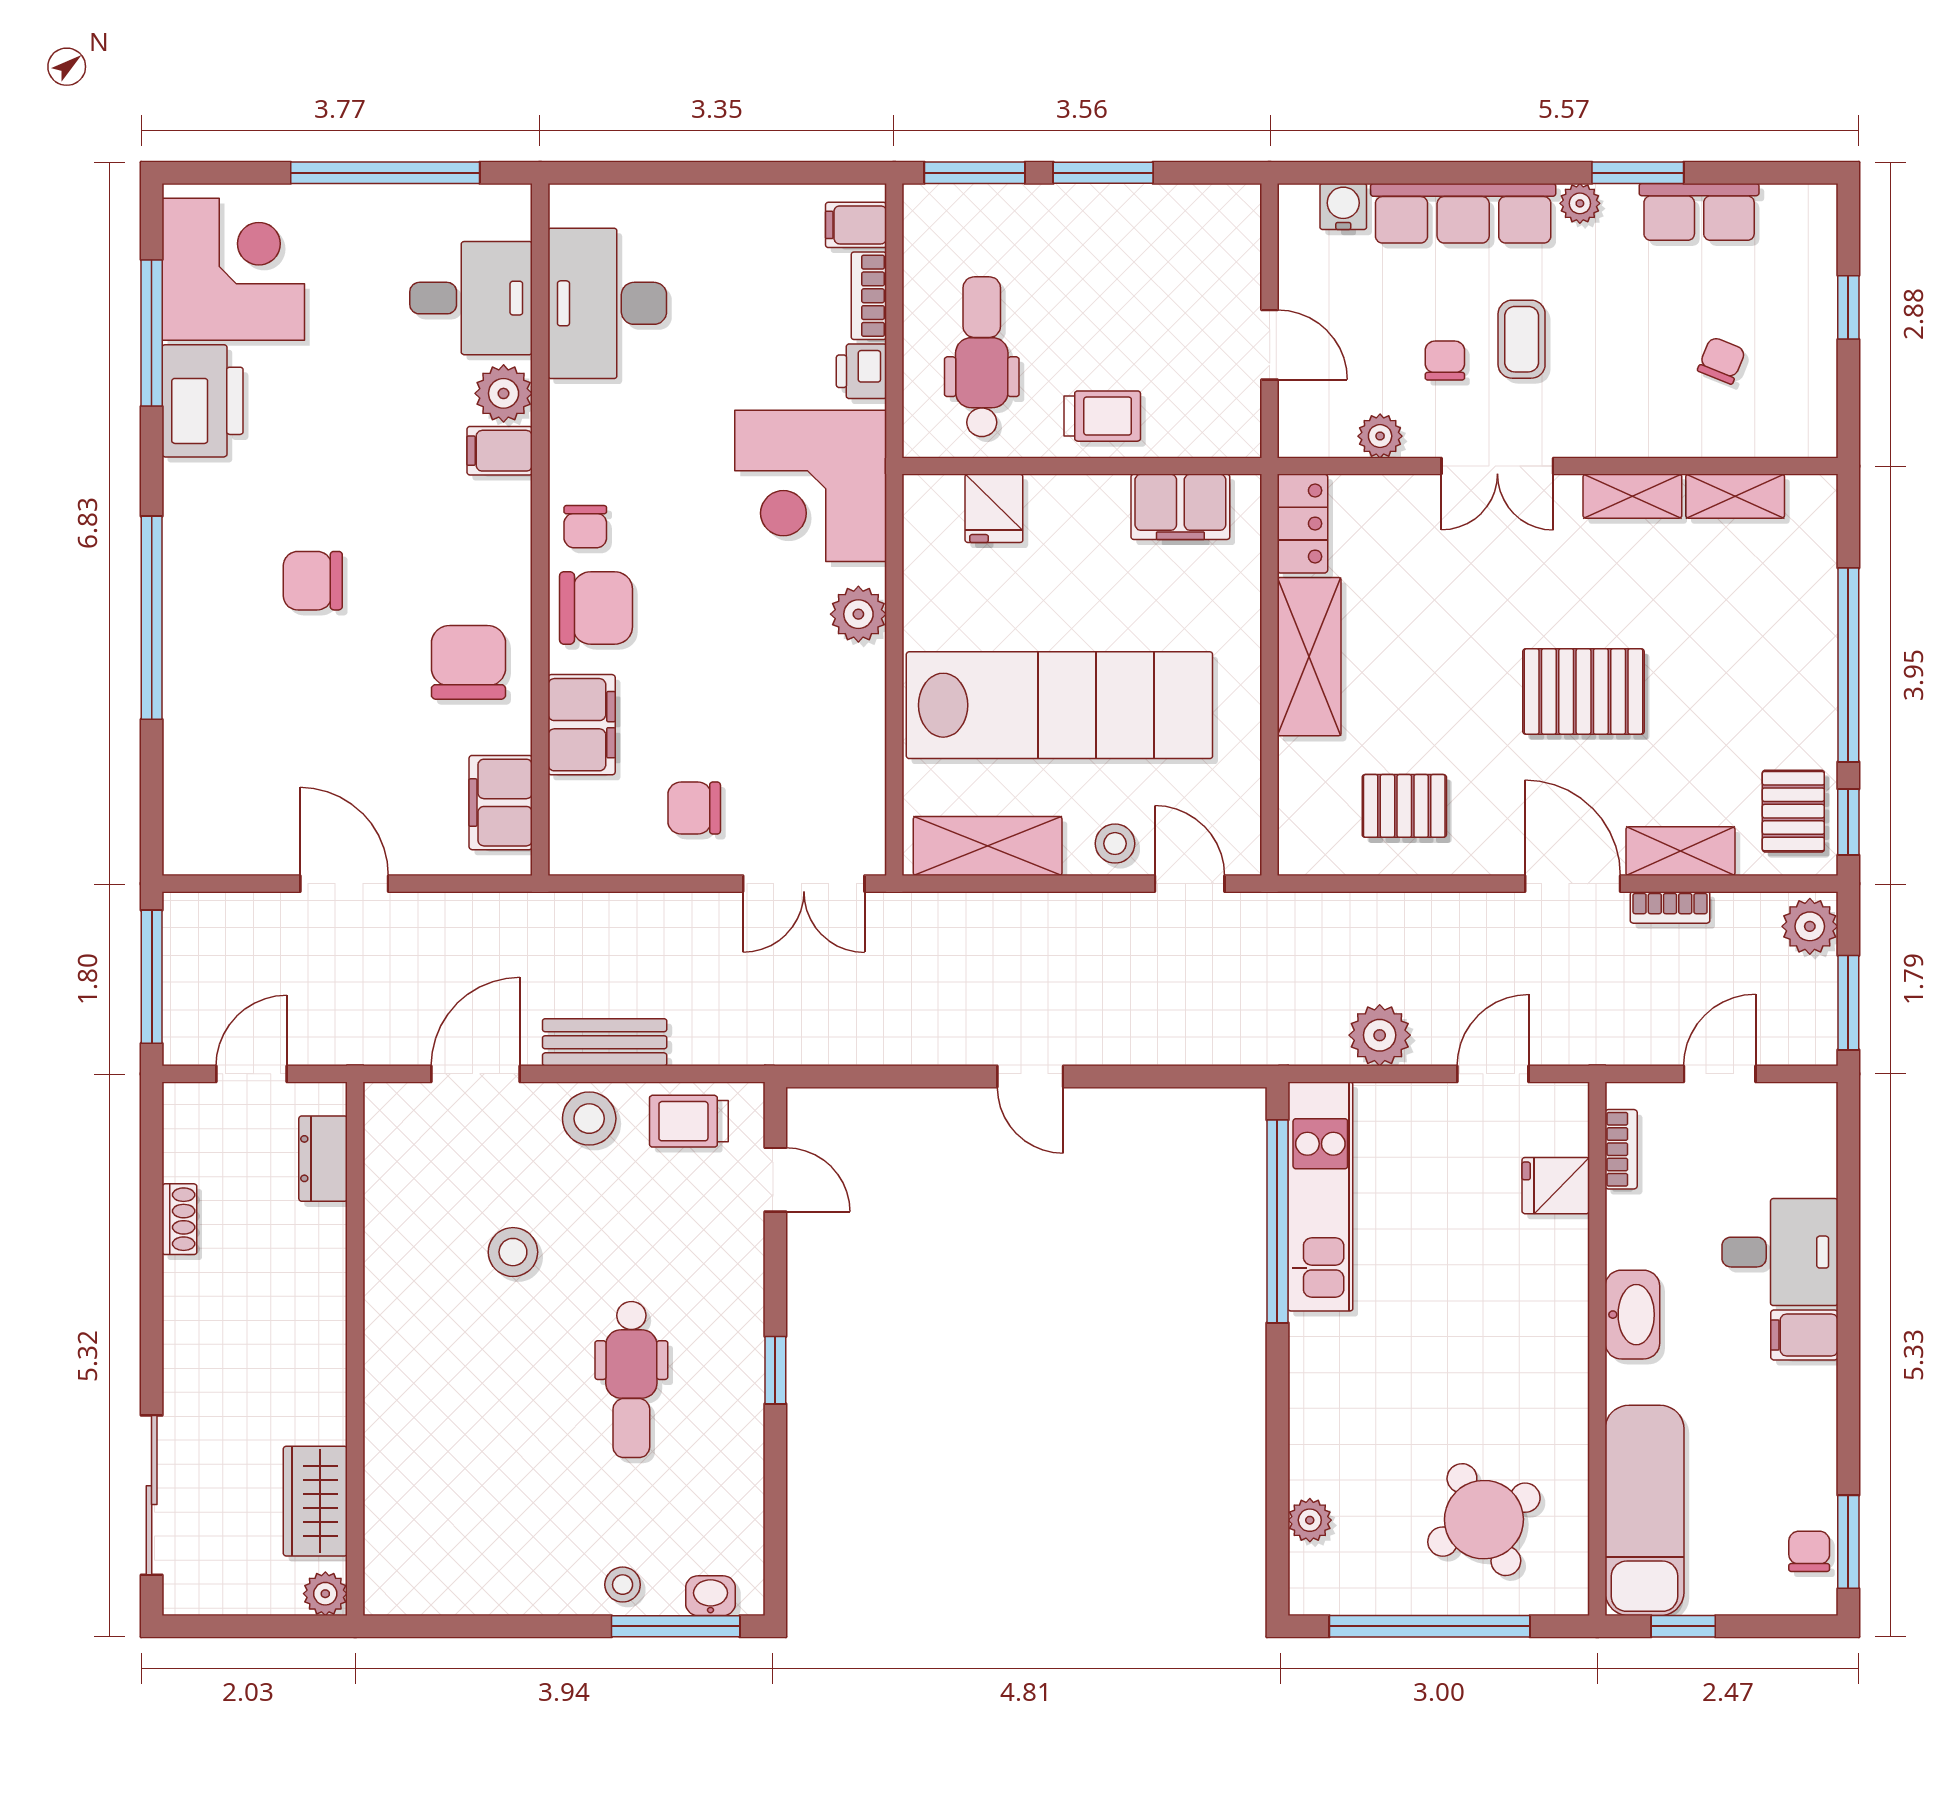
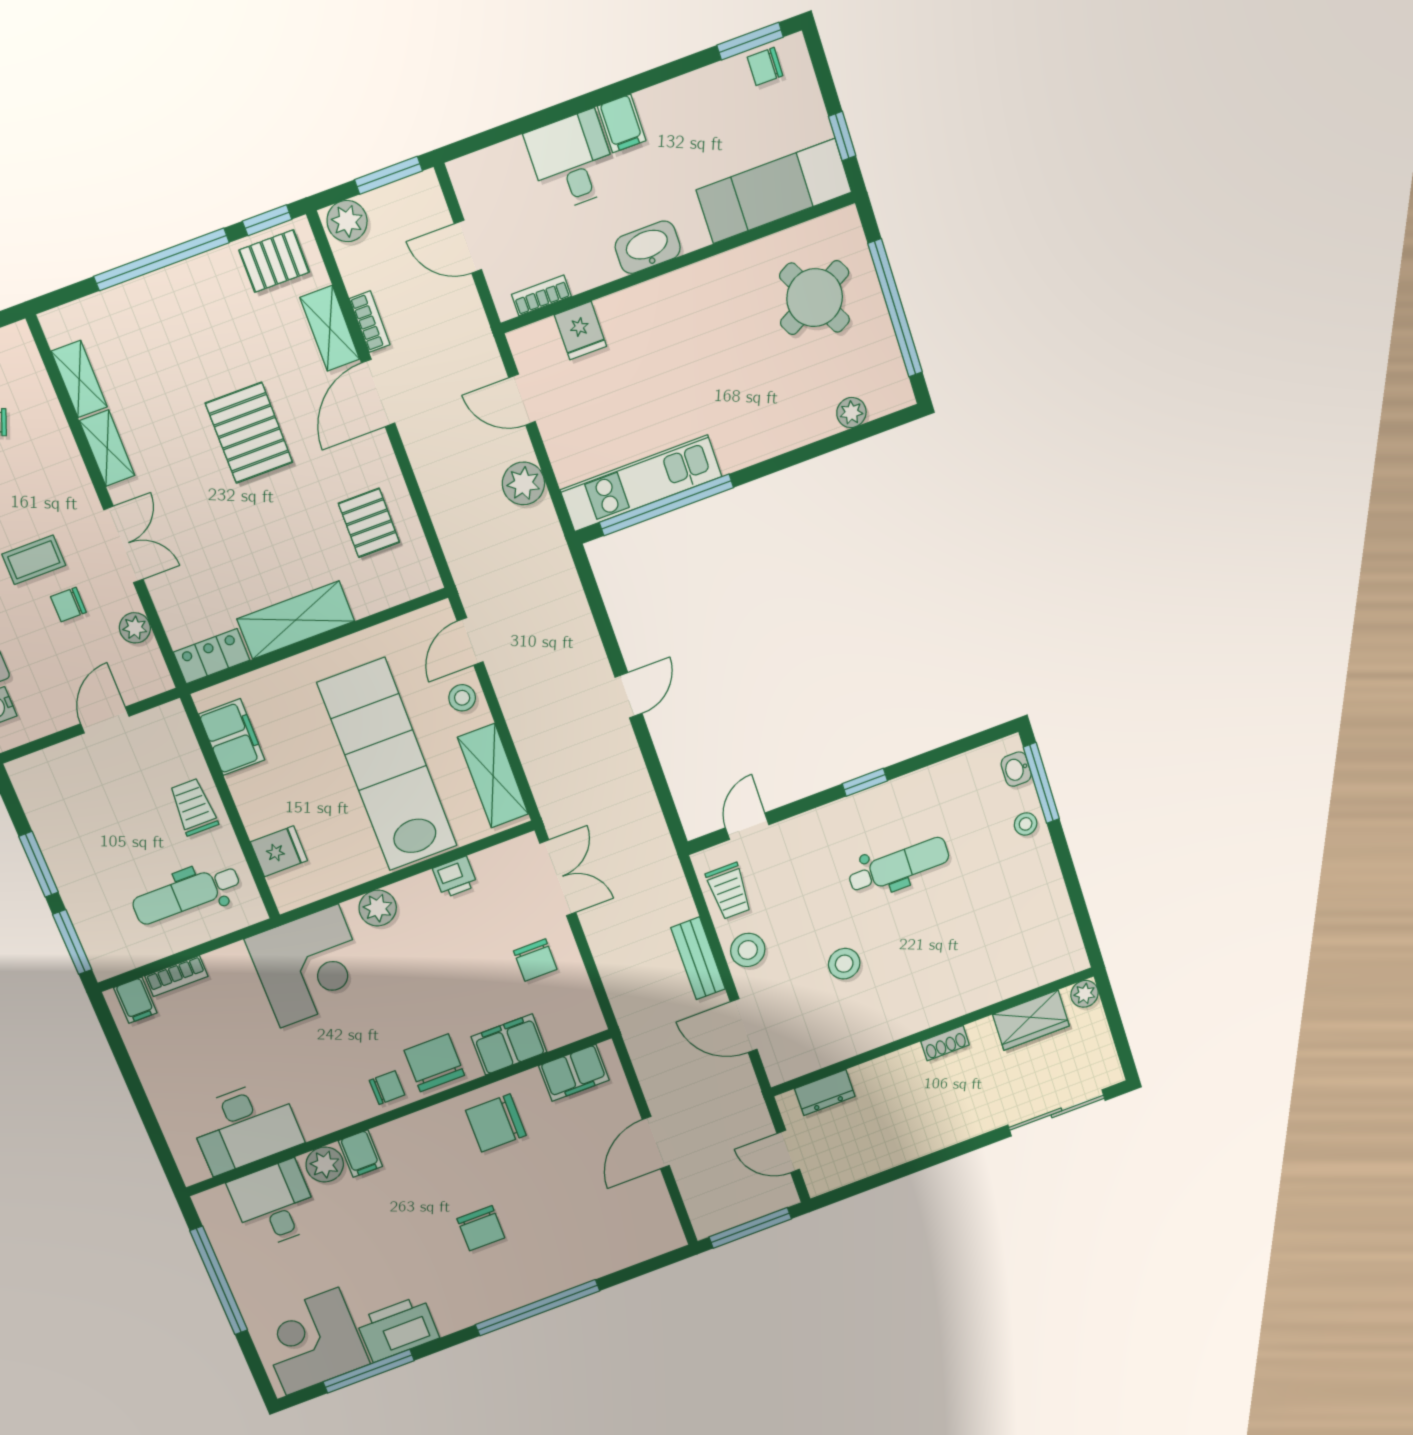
printer: (861, 371) -> (455, 877), moved
shoe rack: (179, 1219) -> (945, 1043), moved, turned 180

